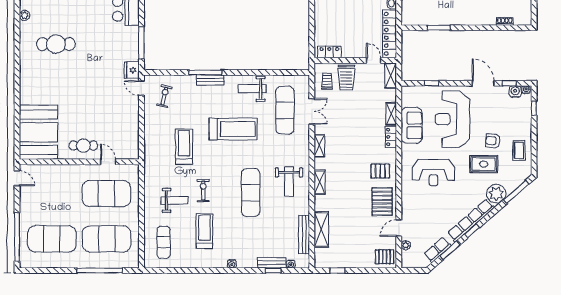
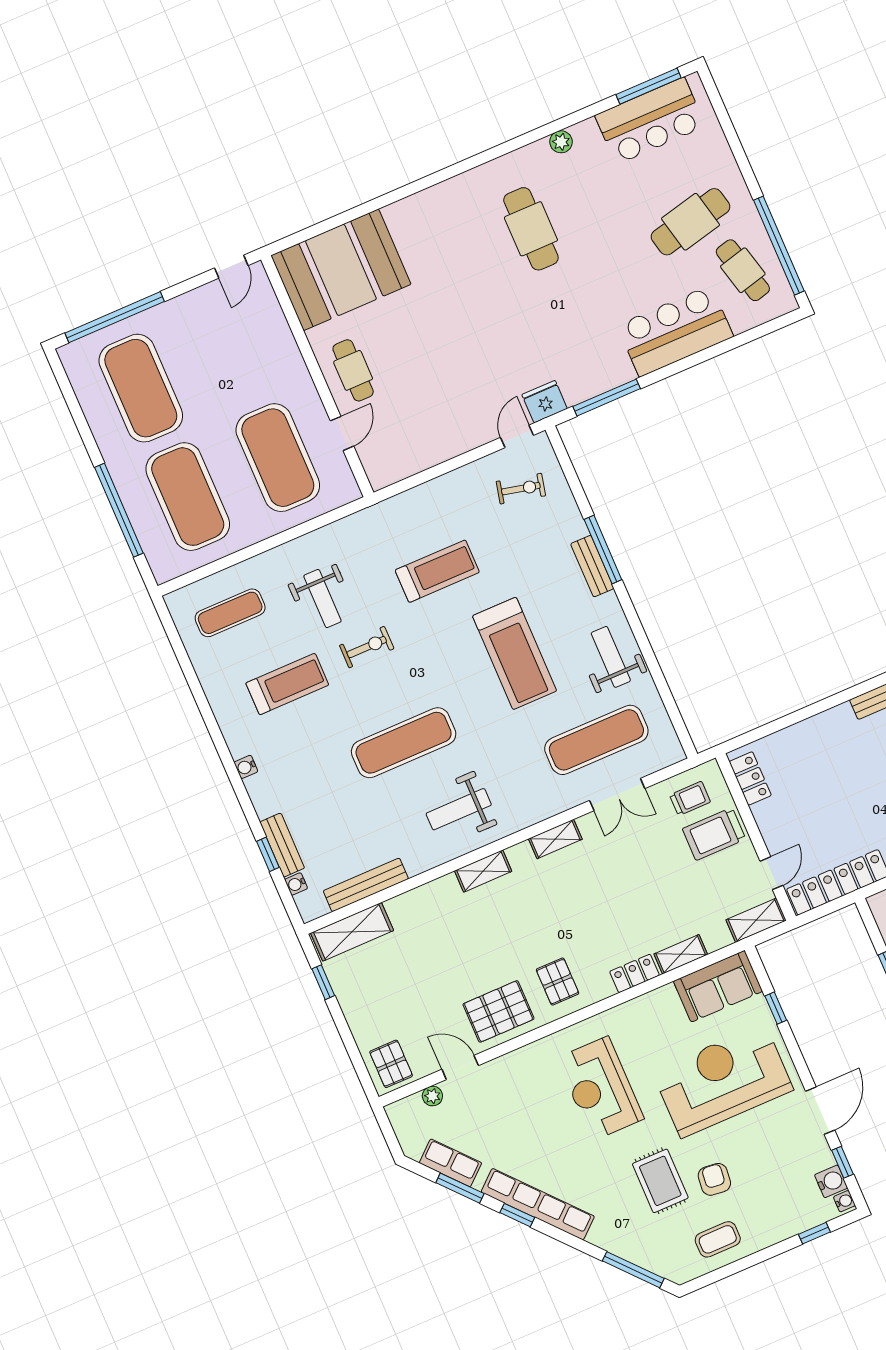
sofa: (412, 125) -> (718, 986), moved
plant: (496, 194) -> (612, 1231), removed
shelving: (321, 229) -> (352, 932), moved

